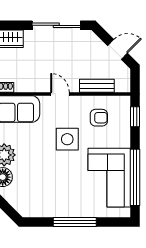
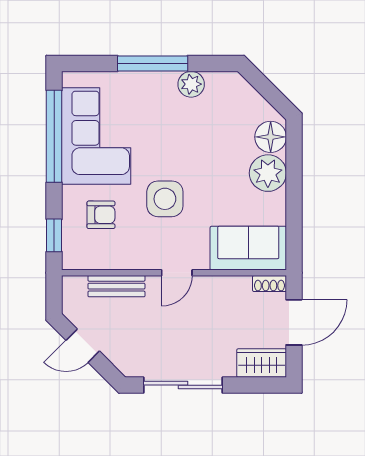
door: (60, 94) -> (177, 273), hinge flipped
armchair: (99, 118) -> (101, 215), moved, turned 180
plant: (51, 209) -> (191, 84), added

